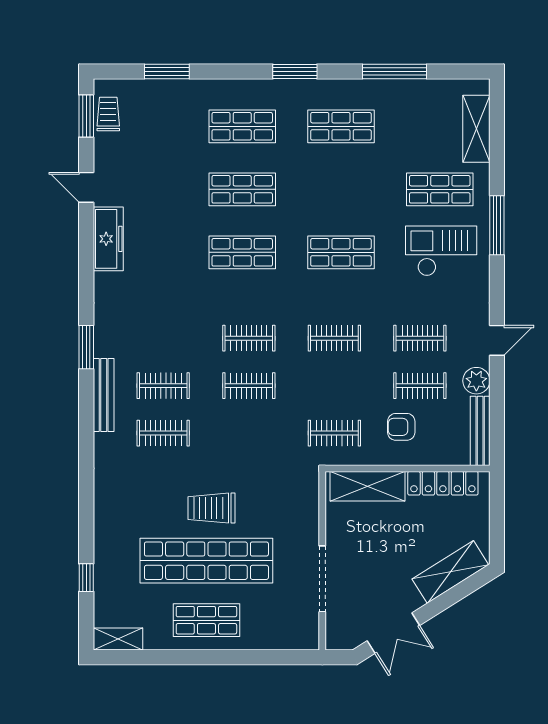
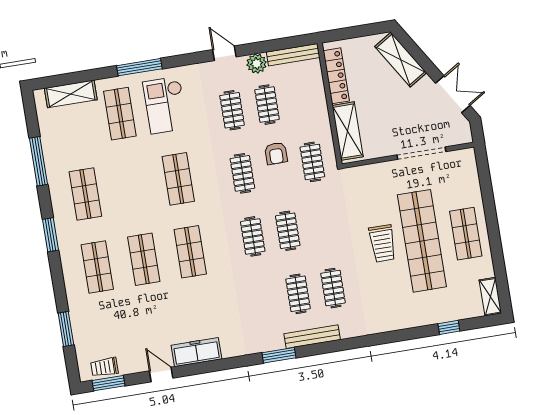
door: (86, 187) -> (161, 375), swing flipped
armchair: (401, 427) -> (276, 153), moved

